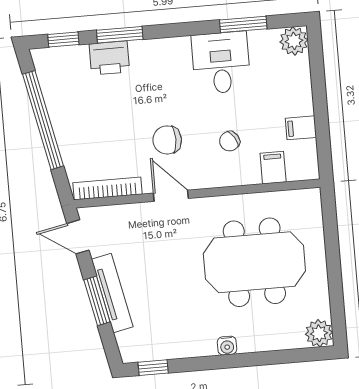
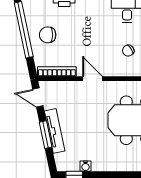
chair: (167, 140) -> (48, 35), moved
water cooler: (227, 346) -> (85, 166), moved

